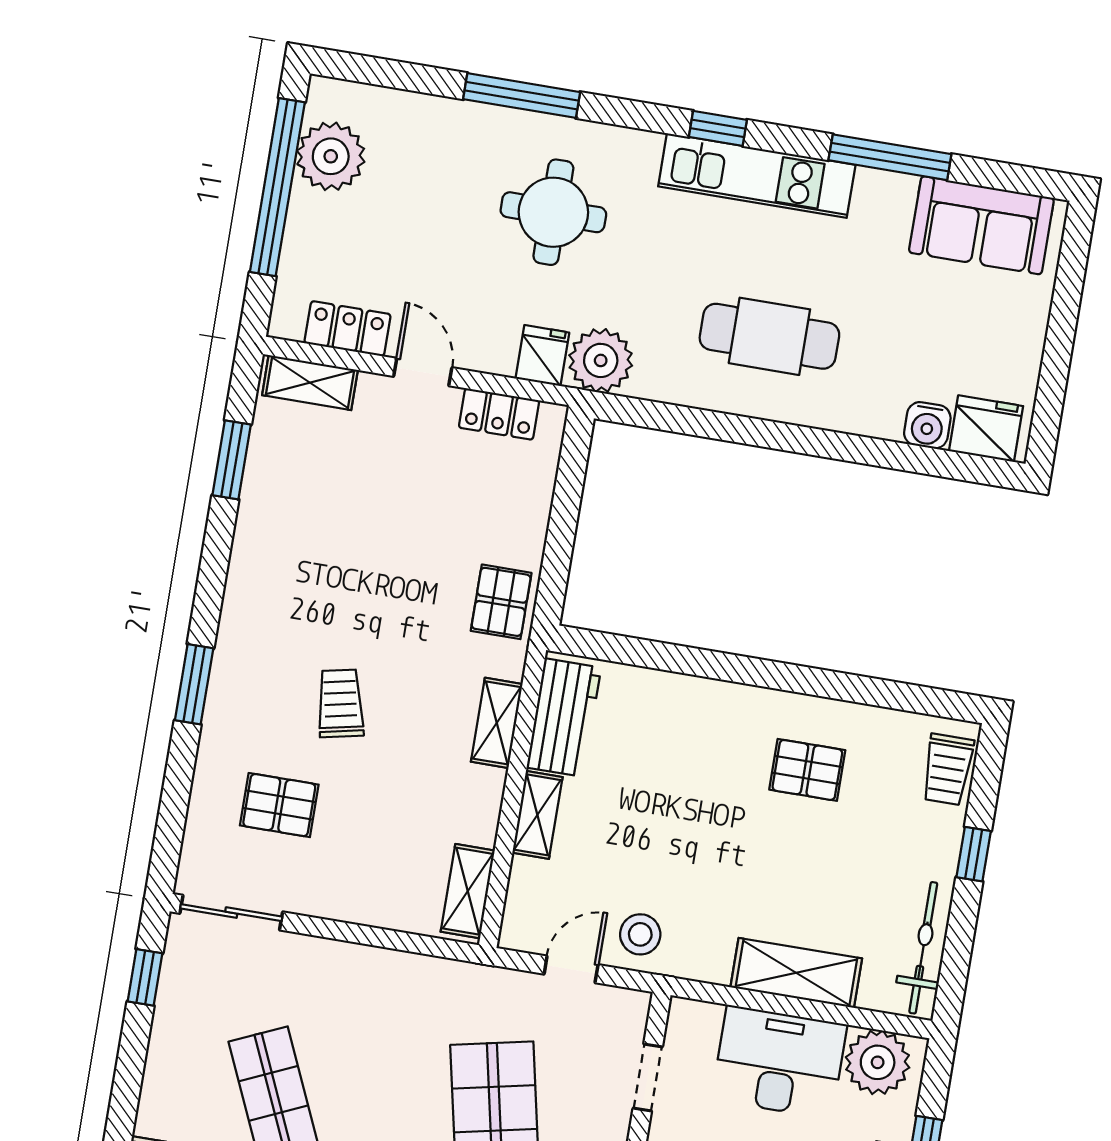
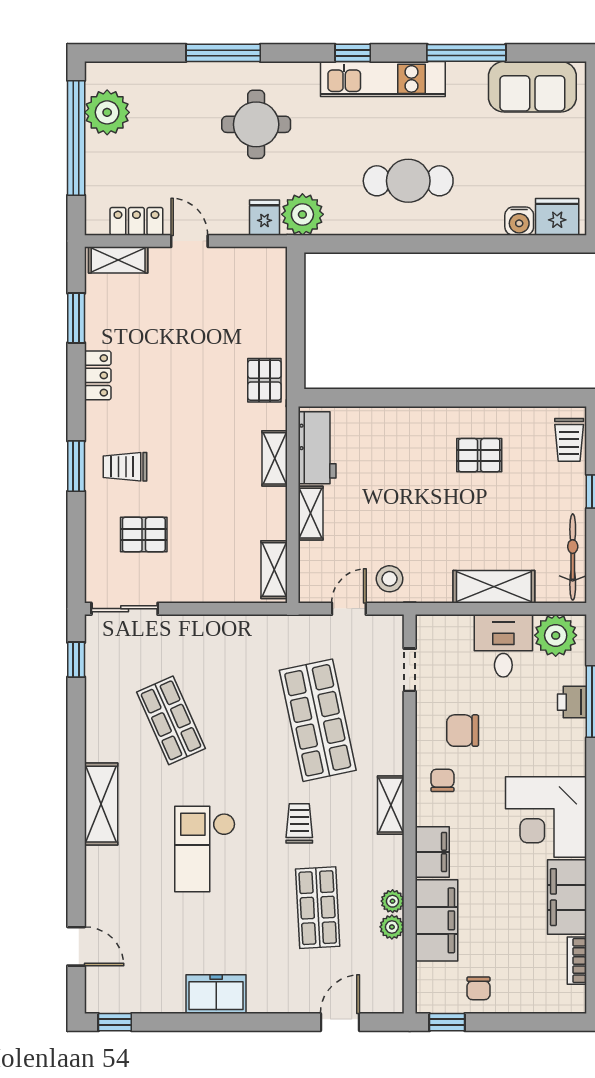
locker: (499, 414) -> (98, 375), moved, turned -90
trolley: (340, 703) -> (125, 467), moved, turned -78
desk: (779, 1062) -> (503, 646), width x0.73

